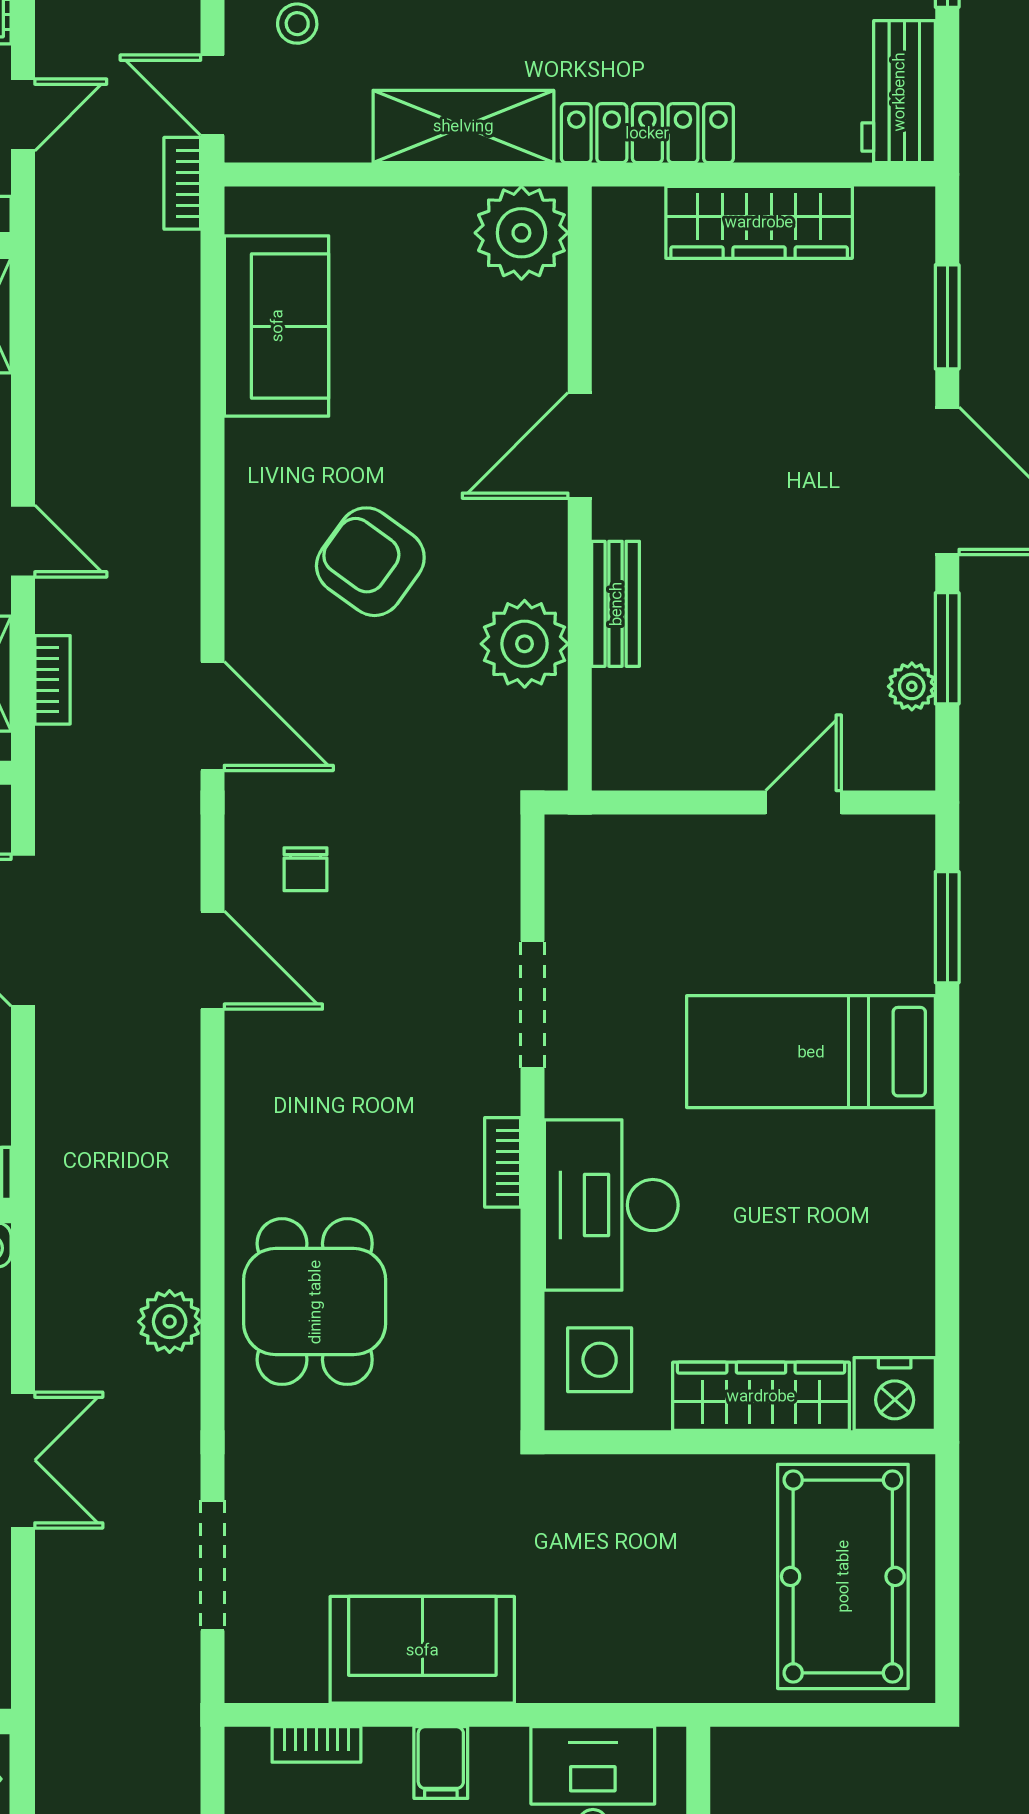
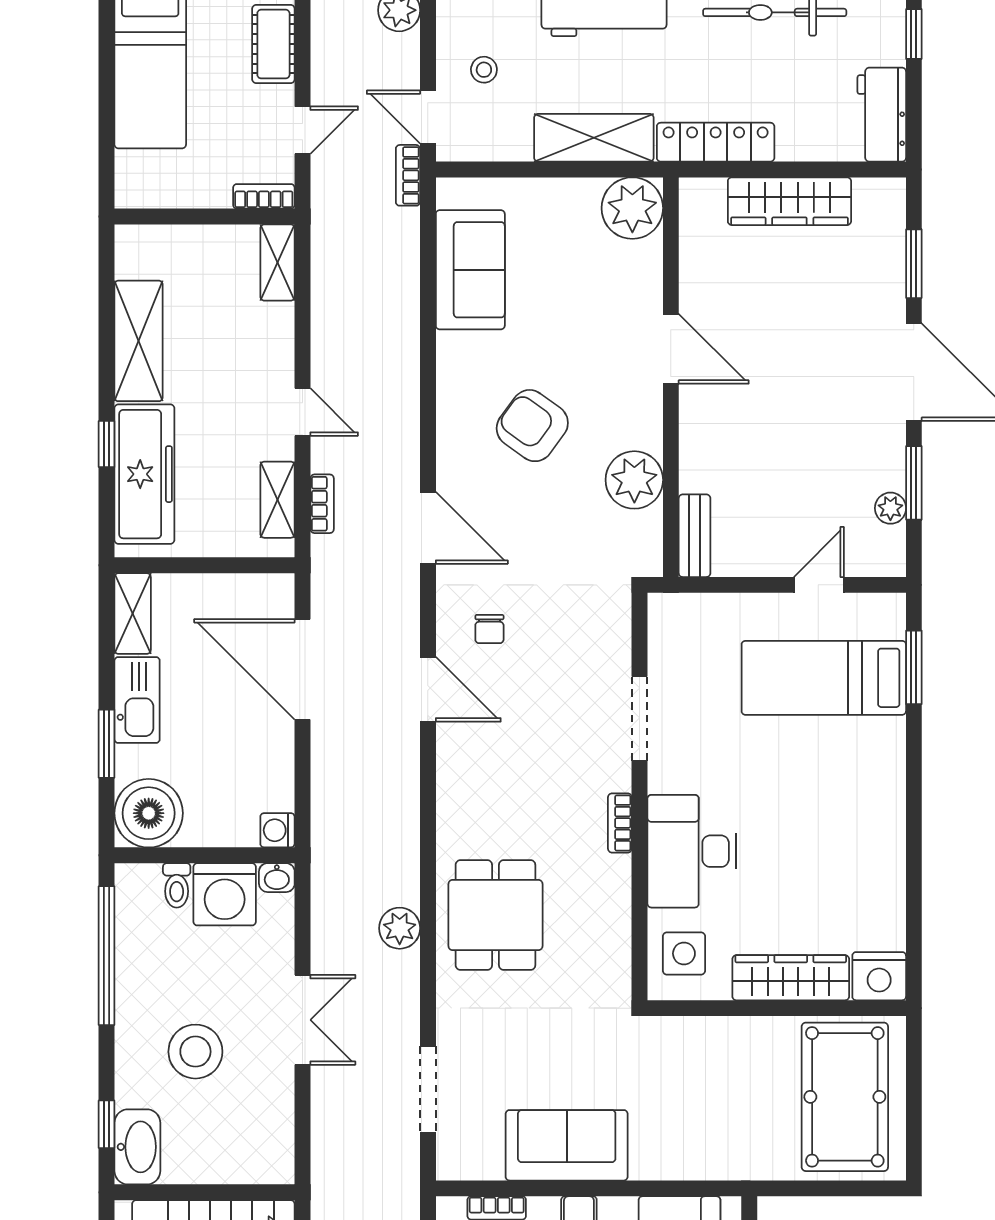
door: (580, 445) -> (671, 349), swing flipped
bench: (616, 604) -> (695, 536), moved
bed: (811, 1052) -> (824, 678), moved

